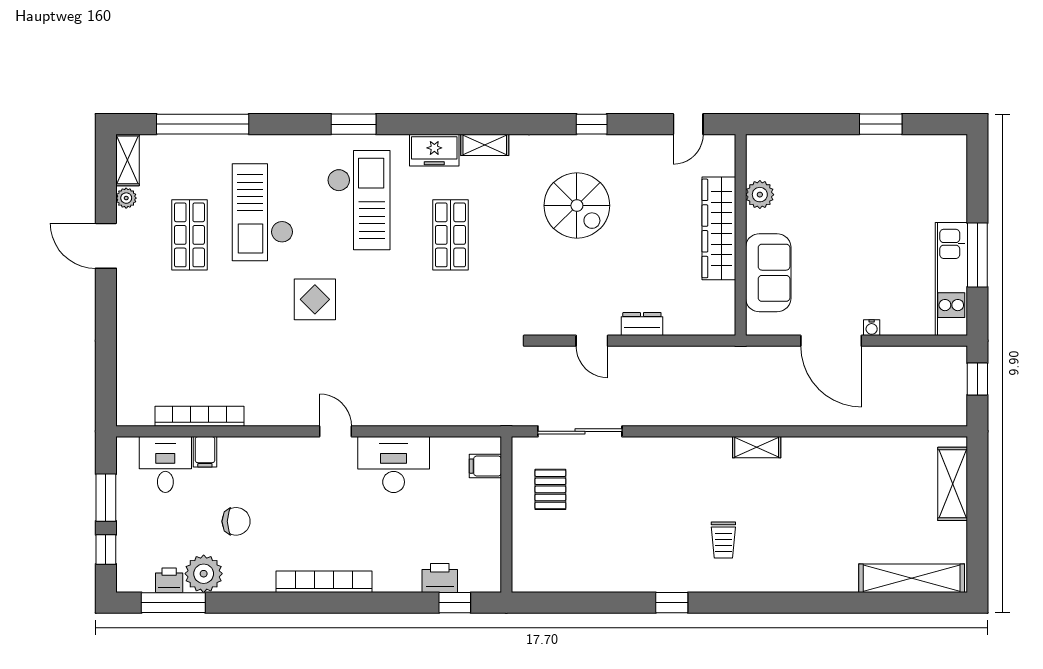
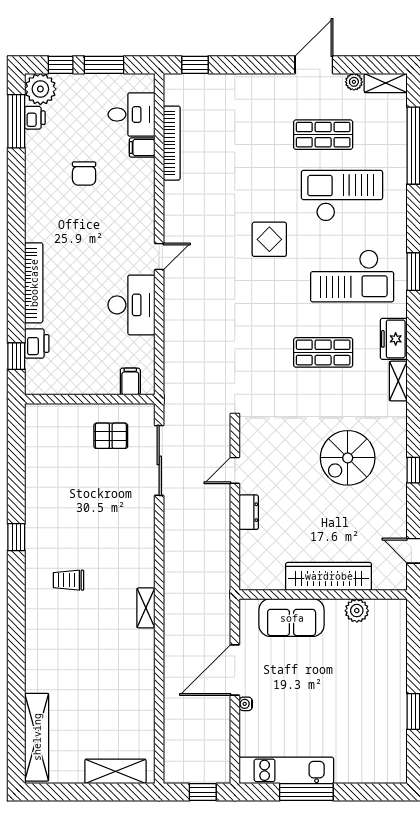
window: (106, 388) -> (195, 65), added
plant: (204, 574) -> (40, 89), moved
bookcase: (324, 582) -> (34, 283), moved

